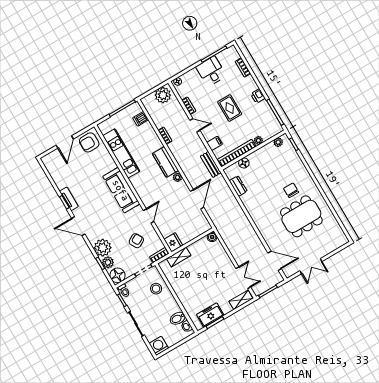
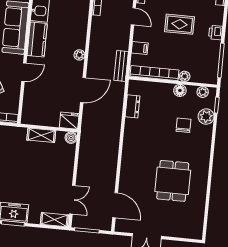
rug: (230, 108) -> (180, 24), turned 90
plant: (292, 157) -> (206, 117), added
kitchen counter: (165, 162) -> (37, 39), moved, turned 180
floor lamp: (244, 163) -> (180, 90), moved
chair: (291, 190) -> (183, 125), moved
dining table: (301, 216) -> (173, 181), width x0.73
fridge: (173, 242) -> (69, 121), moved, turned -90
shelving: (179, 257) -> (41, 135), moved

